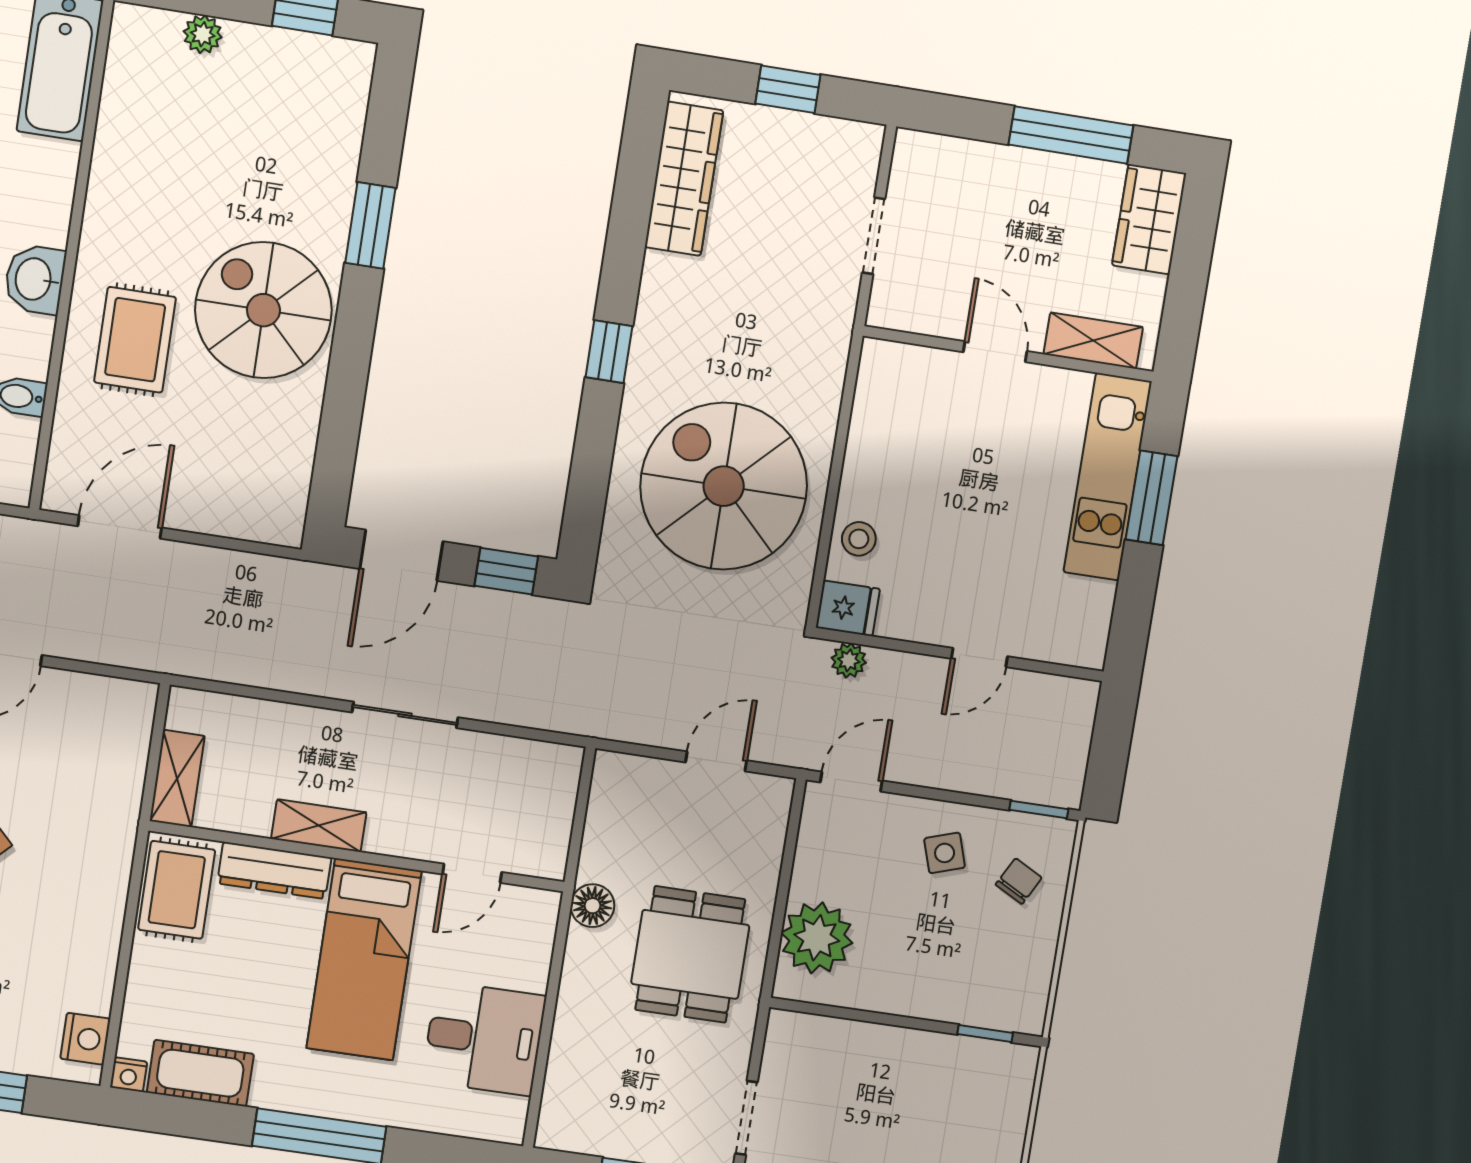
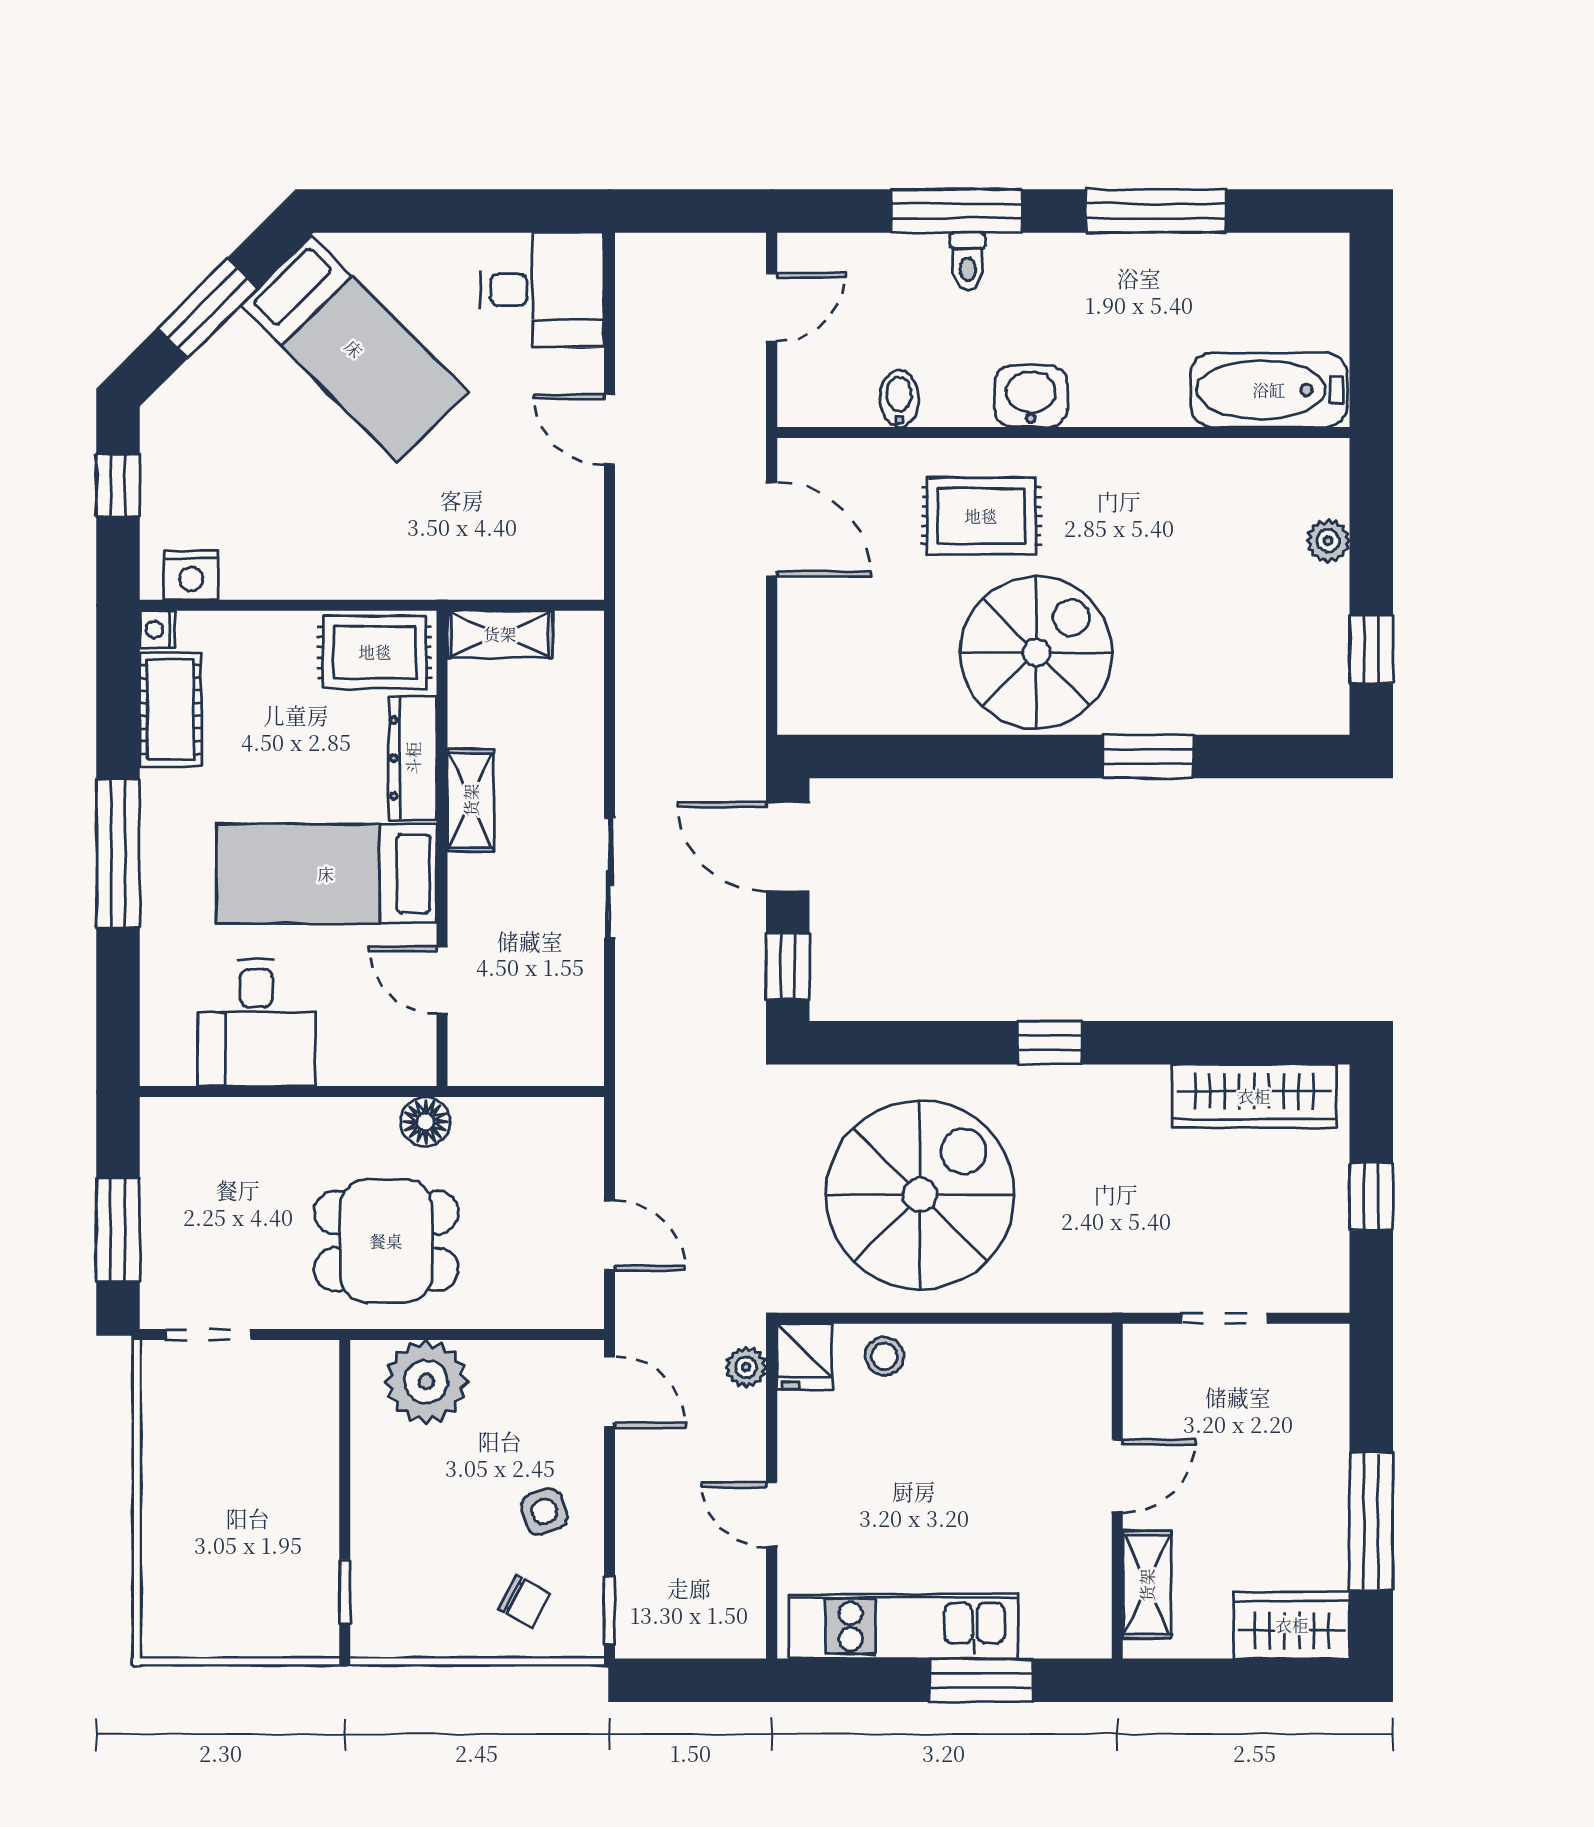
kitchen unit: (1108, 477) -> (903, 1626), moved

